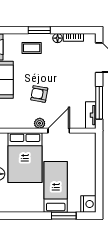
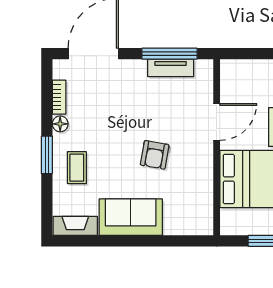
tv unit: (91, 115) -> (171, 68), moved
plant: (40, 123) -> (204, 154), removed
door: (59, 131) -> (217, 122), swing flipped

